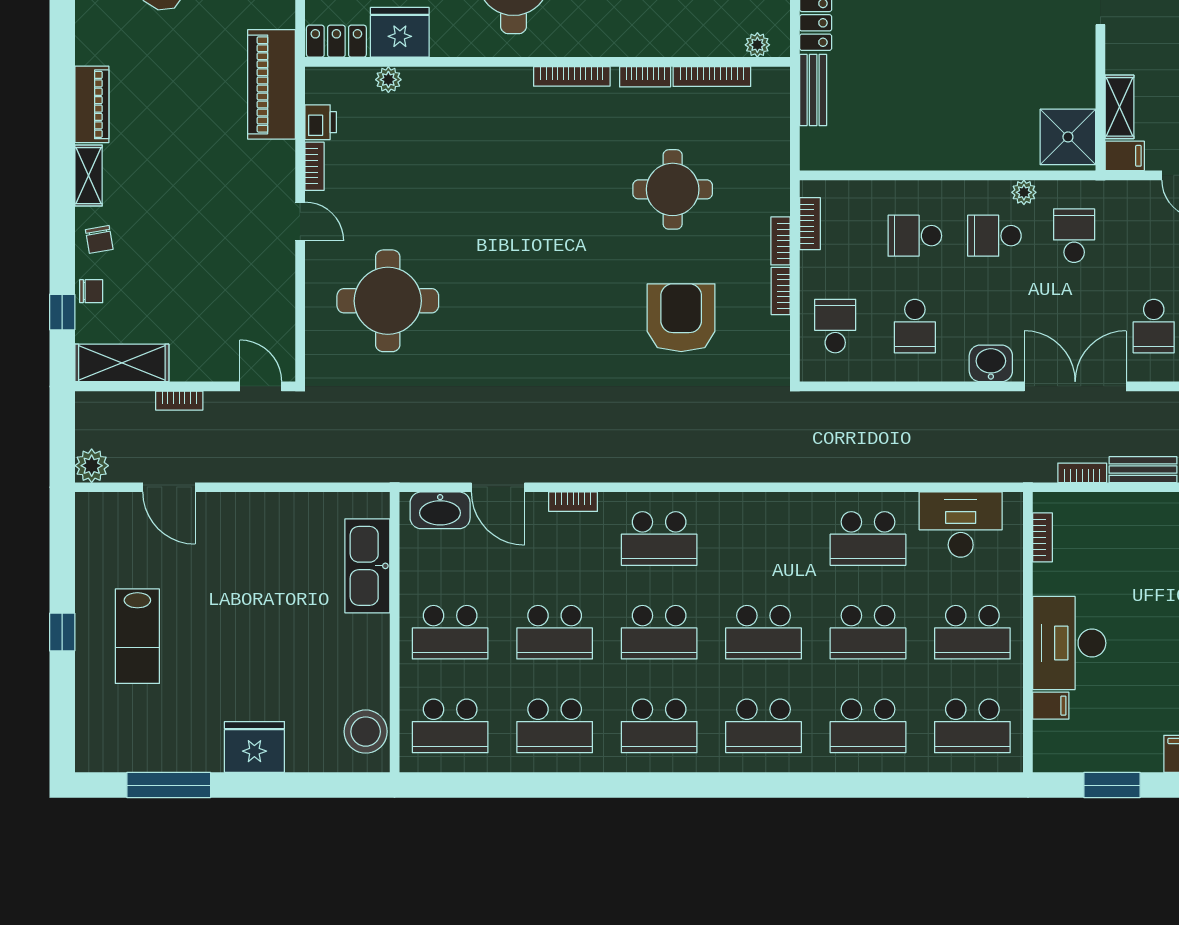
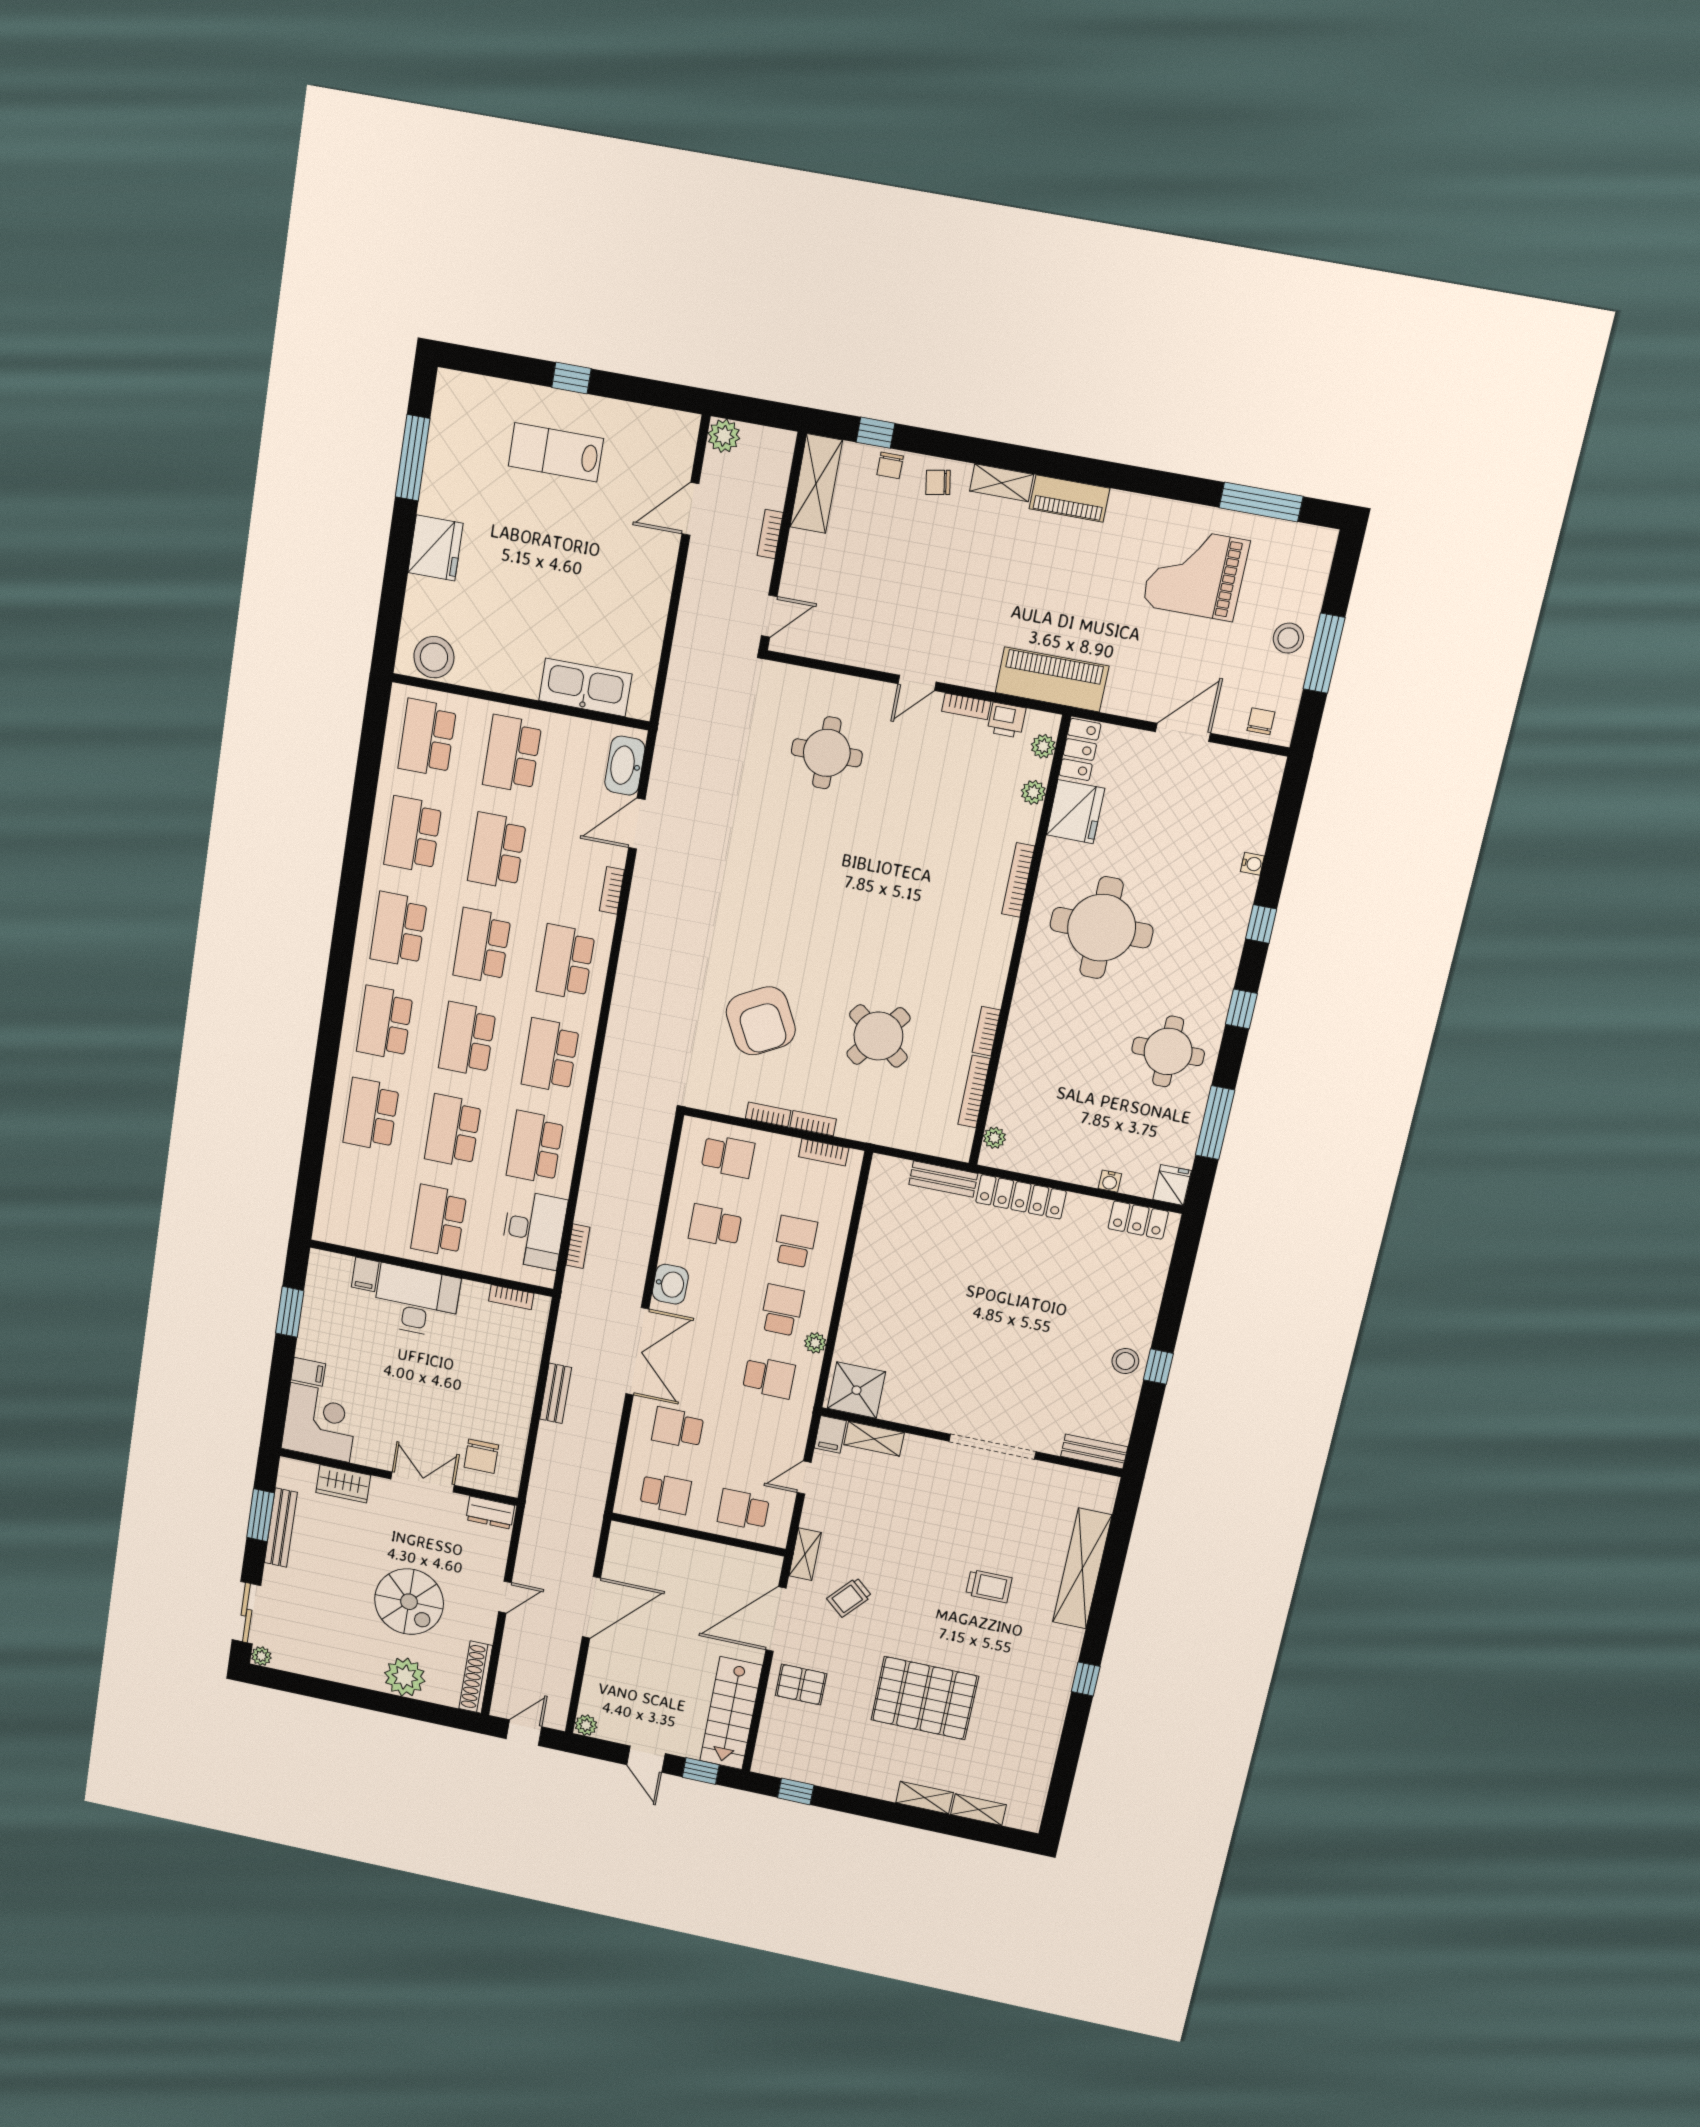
bookcase: (572, 76) -> (1018, 880), moved
plant: (340, 79) -> (1043, 746), added
round table: (673, 189) -> (878, 1036), turned 38
round table: (388, 301) -> (827, 753), width x0.73, depth x0.73
armchair: (681, 318) -> (761, 1021), turned 62
bookcase: (1082, 473) -> (578, 1246), moved
school desk: (972, 726) -> (550, 1056), moved

